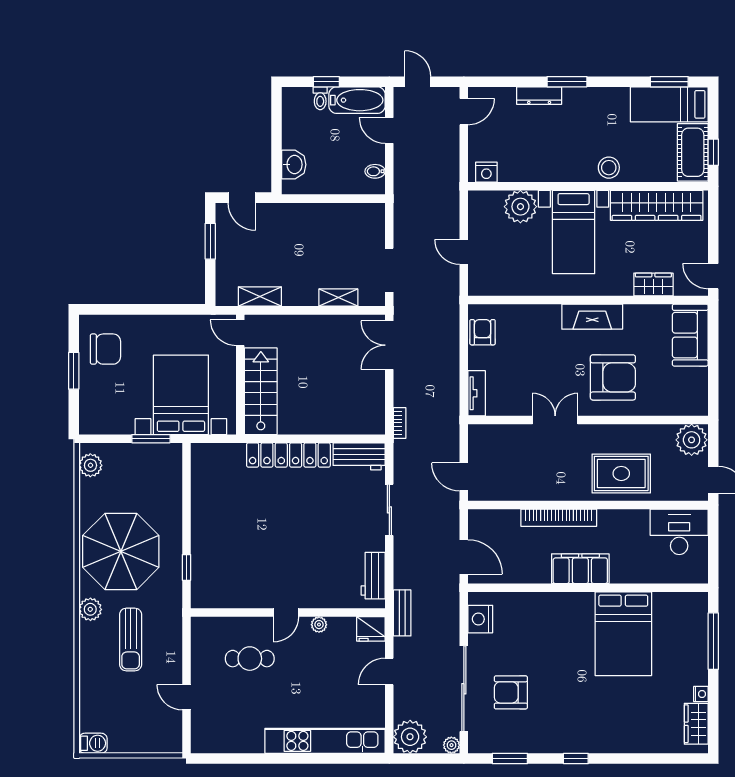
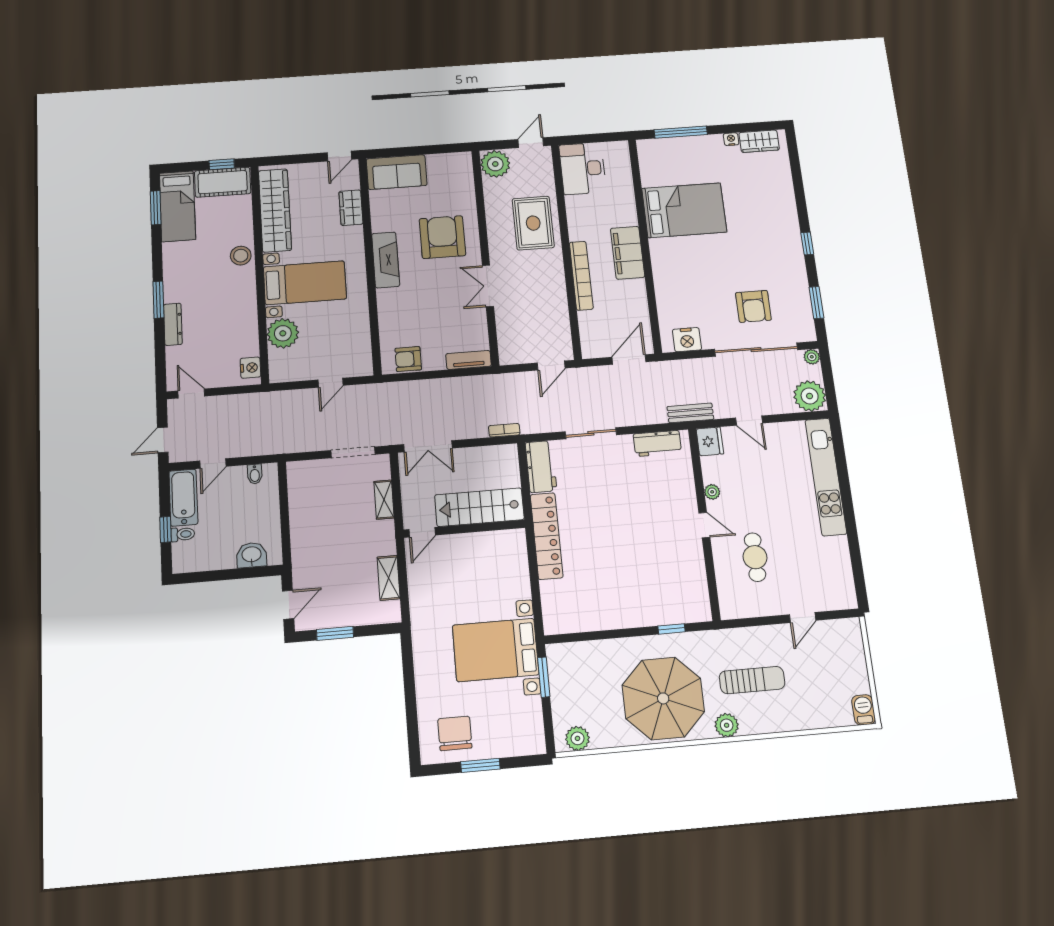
door: (240, 333) -> (422, 532), moved
wall: (240, 375) -> (464, 529), moved
stairs: (261, 391) -> (479, 507), moved

